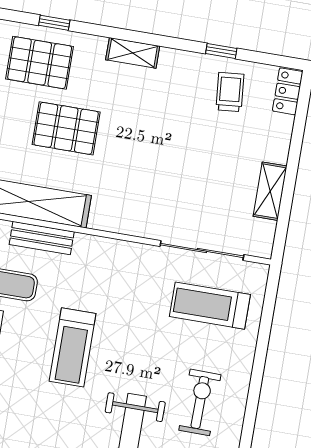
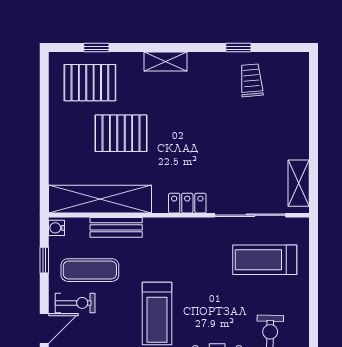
locker: (288, 91) -> (187, 203), moved, turned 90
shelving: (270, 191) -> (299, 183), moved

